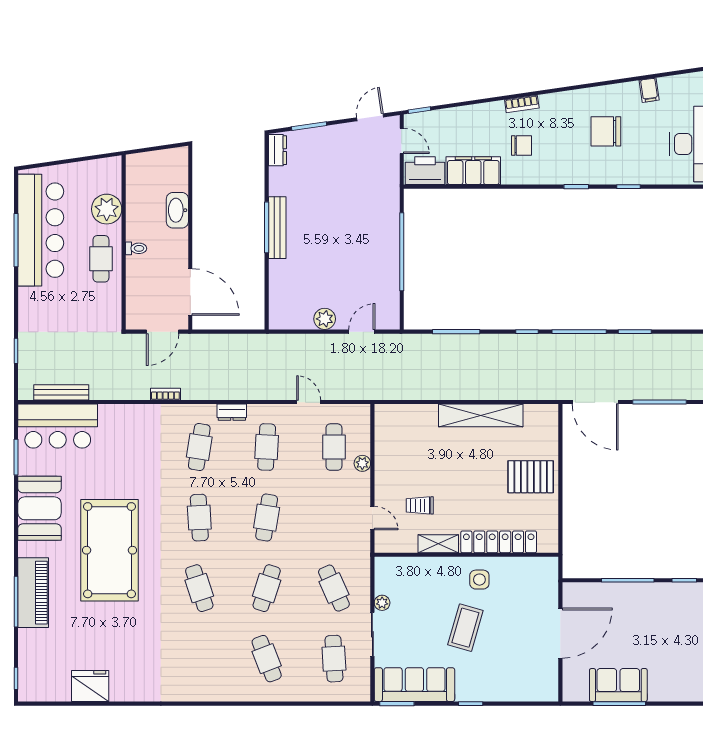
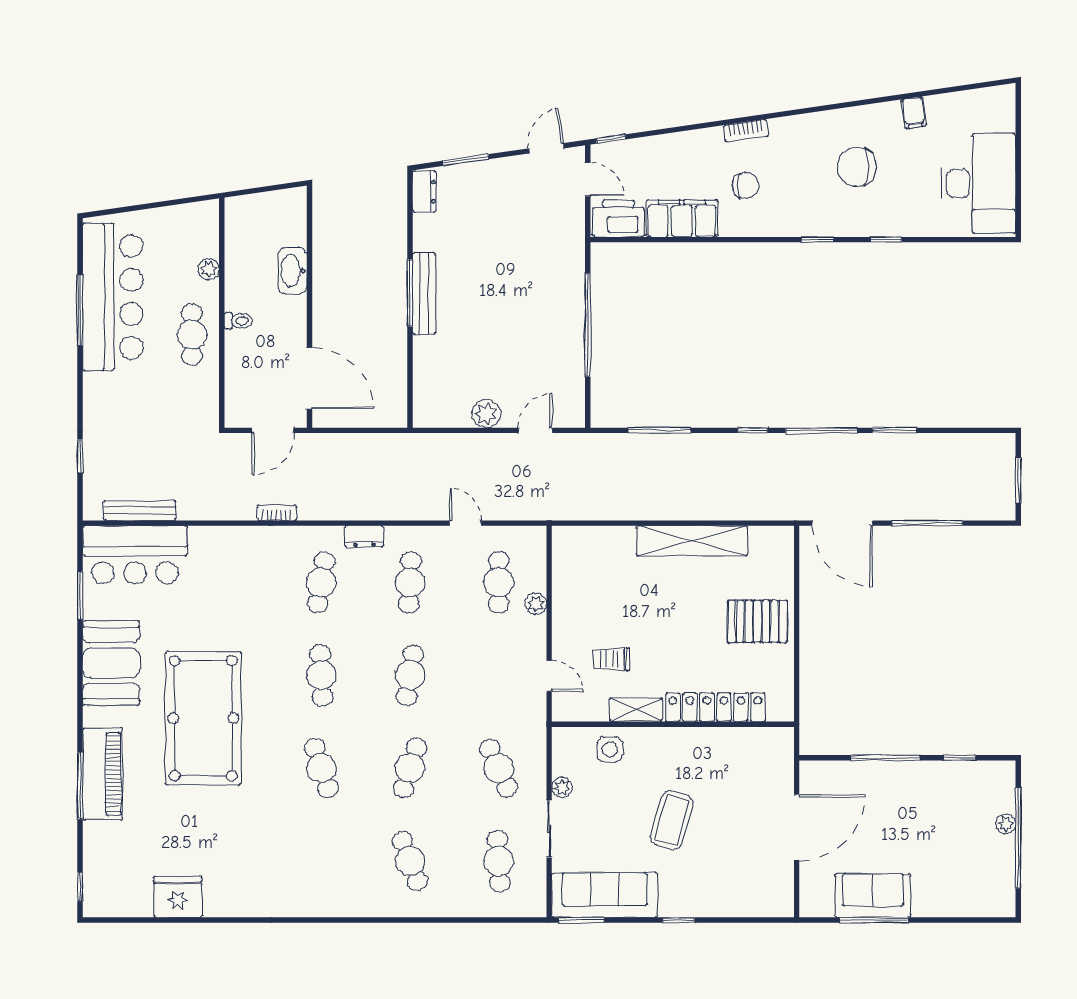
plant: (107, 209) -> (209, 269), width x0.53, depth x0.53
side table: (479, 580) -> (610, 749), moved

